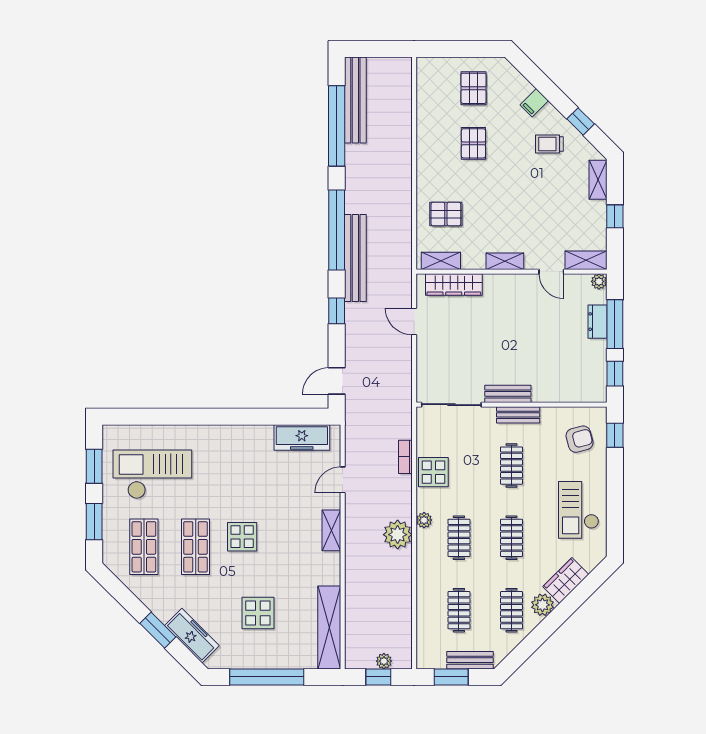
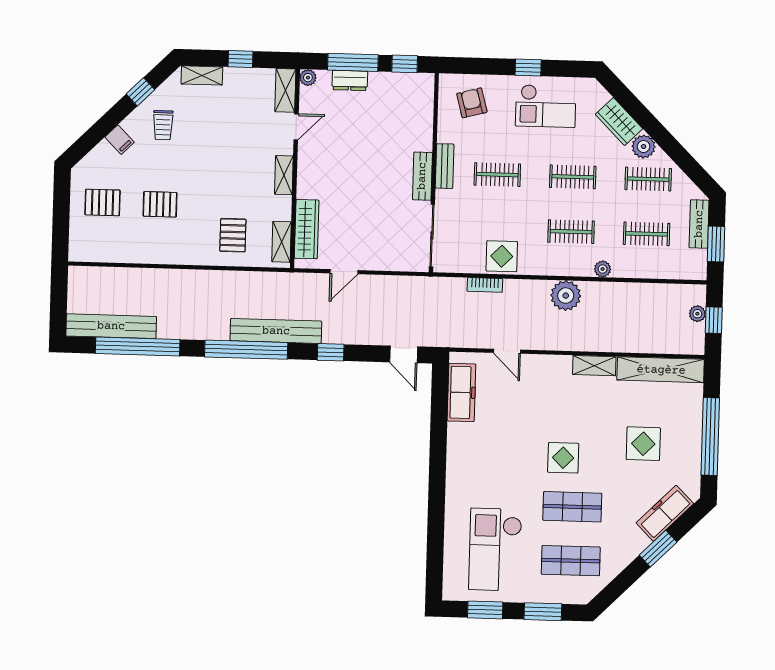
window: (615, 435) -> (528, 68), moved
plant: (424, 520) -> (603, 269), moved
shelving: (331, 530) -> (594, 366), moved

